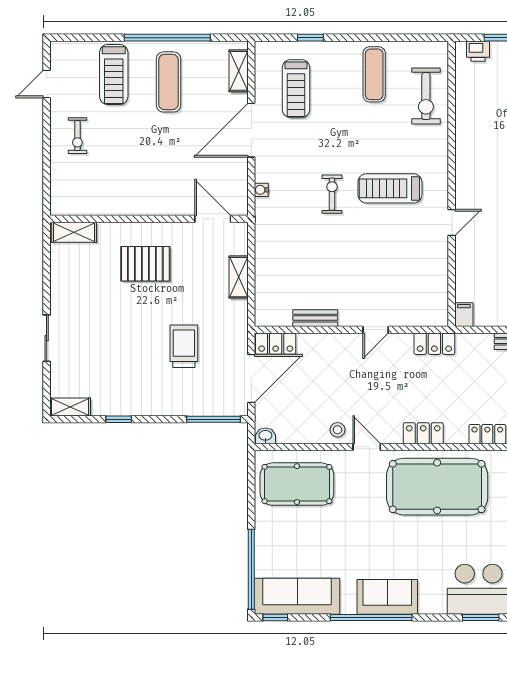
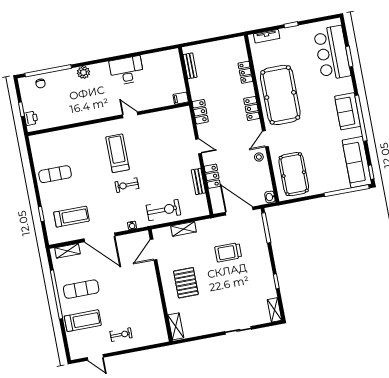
exercise bike: (426, 96) -> (163, 210), moved
treadmill: (390, 188) -> (118, 153), turned 180
locker: (276, 344) -> (212, 176), moved

